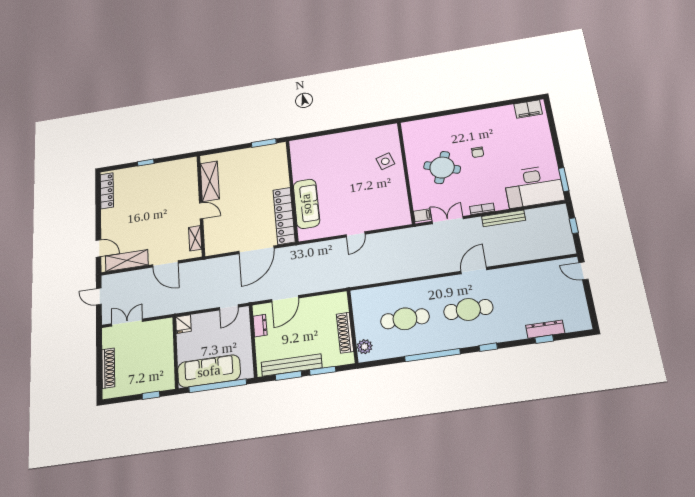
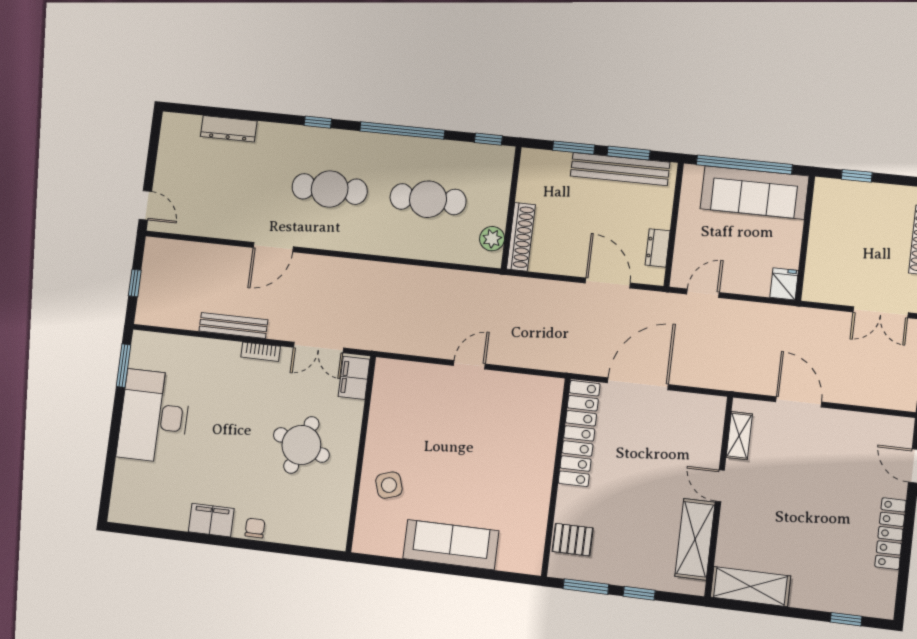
filing cabinet: (528, 109) -> (211, 520), moved
window: (235, 148) -> (639, 593), added
chair: (478, 152) -> (255, 528), moved
window: (146, 163) -> (846, 619), moved
pallet: (276, 163) -> (573, 540), added
desk: (534, 186) -> (154, 416), moved, turned -90
locker: (107, 191) -> (891, 534), moved
sofa: (306, 204) -> (451, 545), moved, turned 90
filing cabinet: (422, 215) -> (354, 378), width x2.00
shelving: (127, 260) -> (750, 587), moved
door: (474, 270) -> (273, 247), moved
door: (285, 299) -> (608, 283), hinge flipped
shoe rack: (345, 333) -> (521, 237), moved
window: (544, 339) -> (488, 139), moved
plant: (365, 347) -> (492, 239), moved

